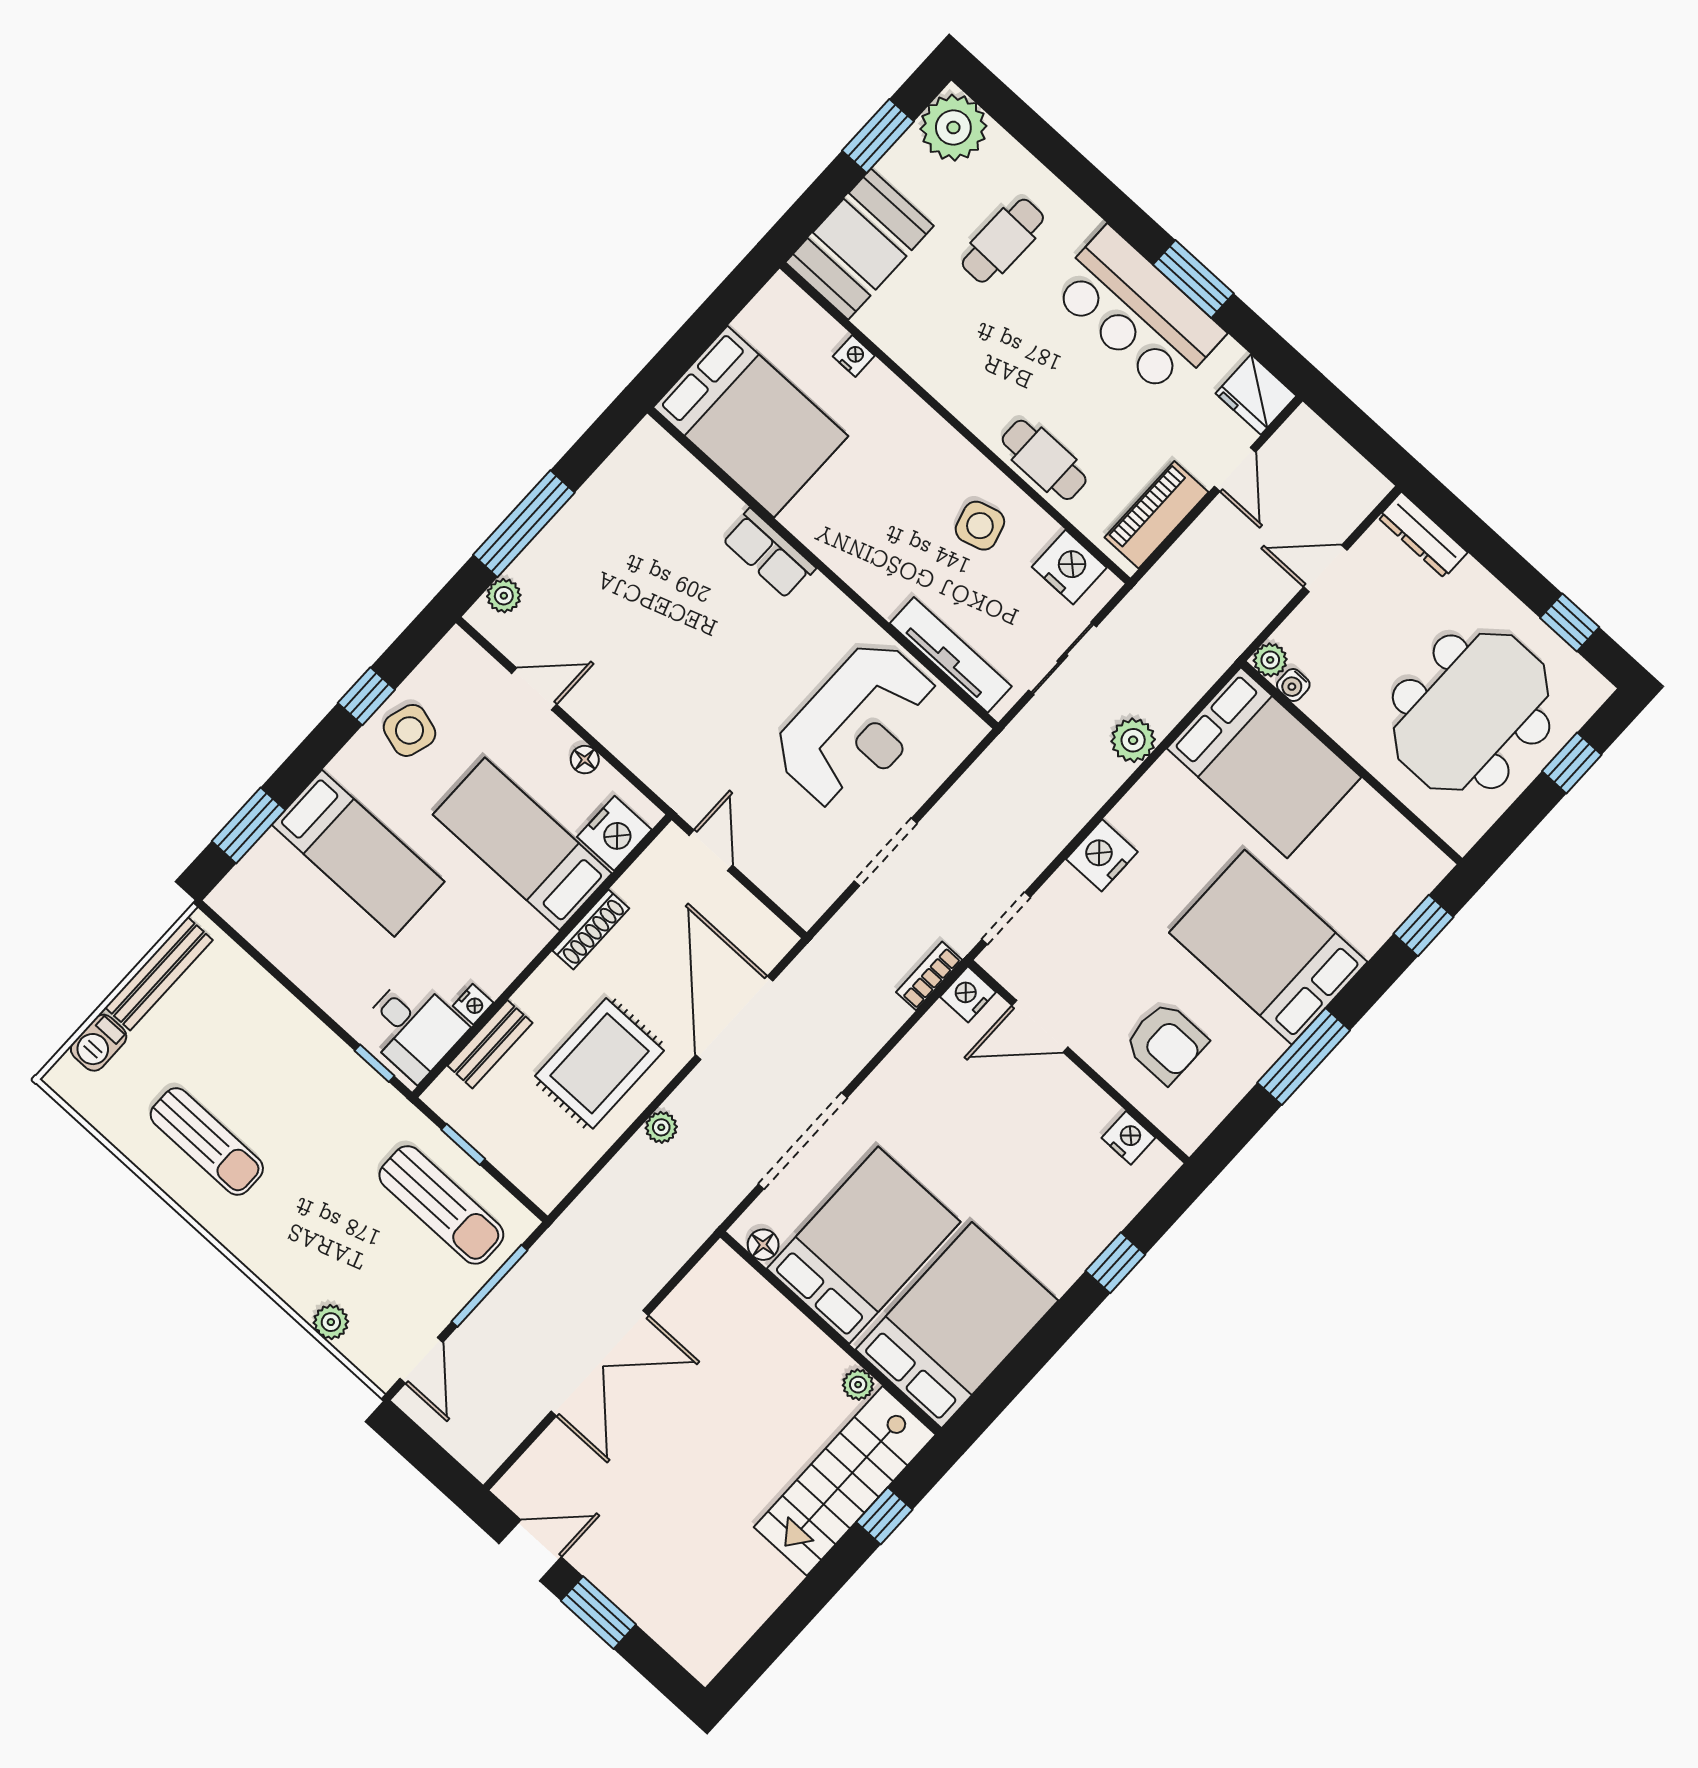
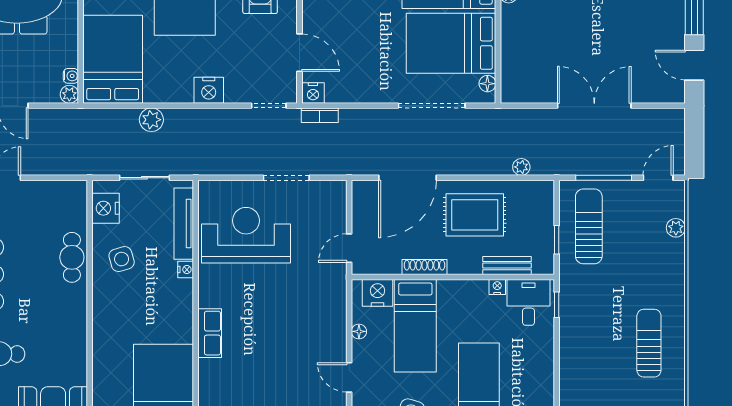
nightstand: (854, 356) -> (186, 270), moved, turned 180
piano: (1157, 515) -> (53, 193), removed
plant: (661, 1127) -> (521, 167), moved

